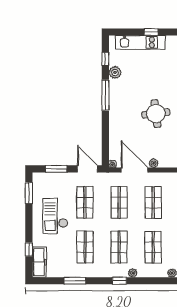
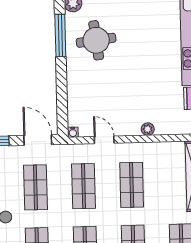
round table: (156, 114) -> (96, 40), moved
plant: (154, 163) -> (148, 129), moved
door: (135, 170) -> (104, 140), width x0.53

